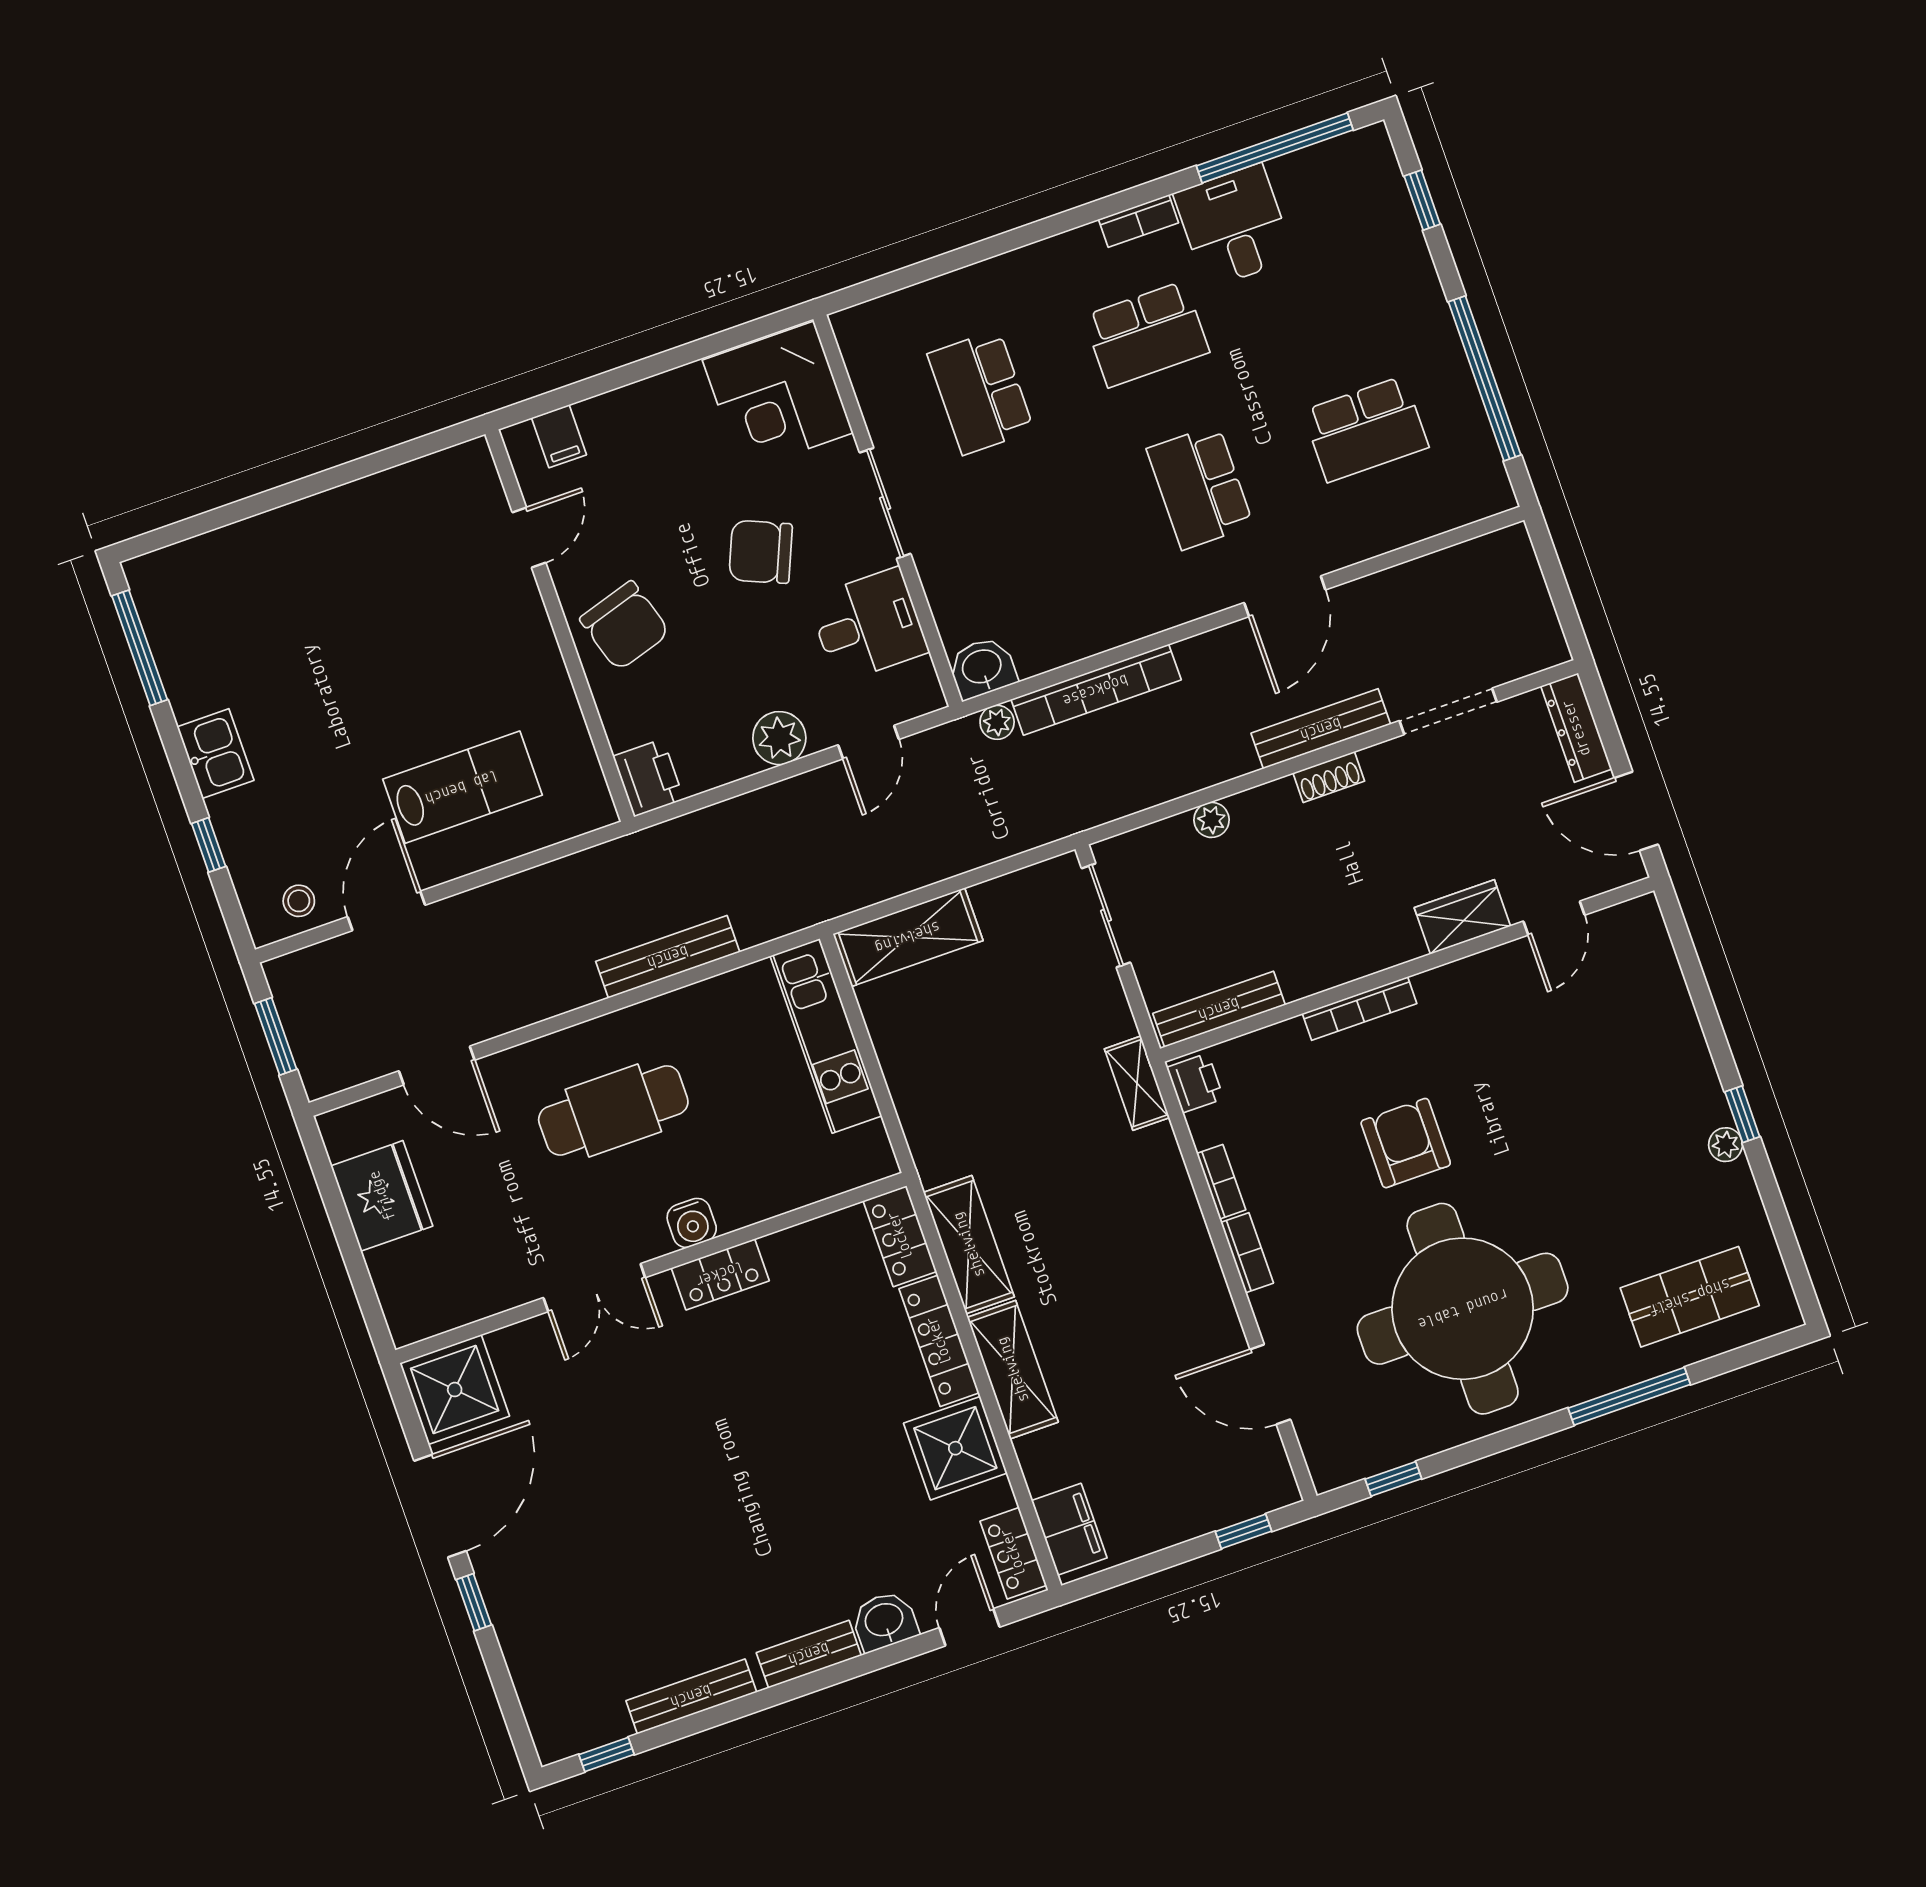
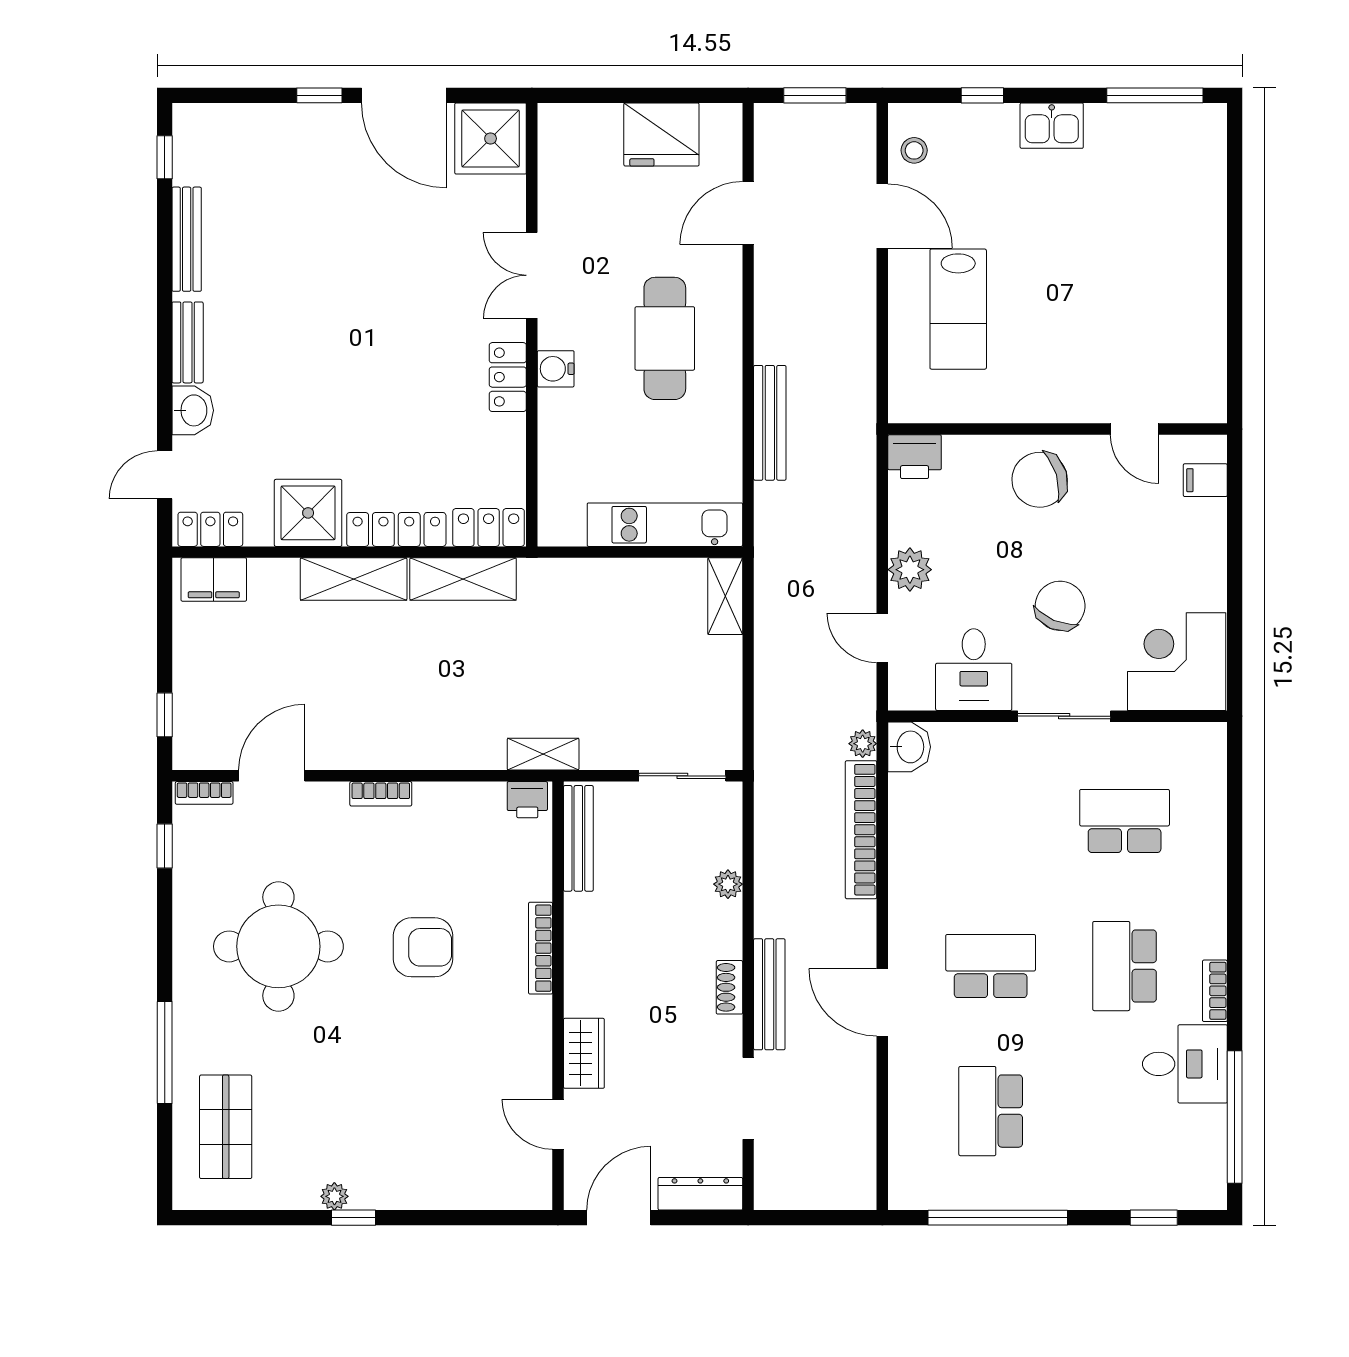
shelving: (908, 937) -> (725, 596), width x0.67, depth x0.75
bookcase: (1221, 1182) -> (204, 793), moved
round table: (1463, 1309) -> (278, 946), width x0.73, depth x0.73
door: (969, 1627) -> (165, 475), swing flipped

